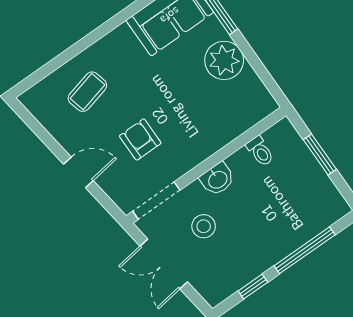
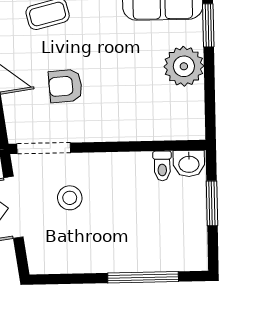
armchair: (140, 139) -> (65, 86), turned -94
washbasin: (217, 179) -> (189, 164), moved
window: (253, 287) -> (77, 279), removed

